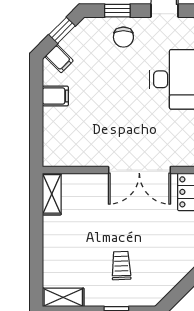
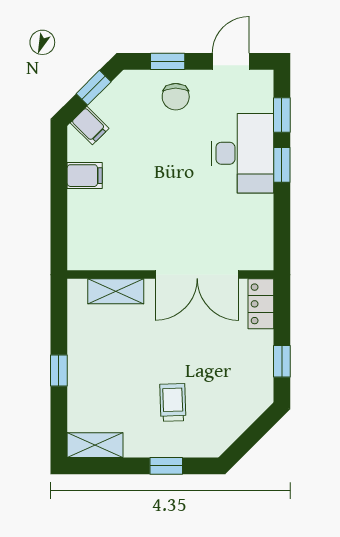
shelving: (52, 194) -> (116, 291), moved, turned 90
window: (36, 242) -> (59, 370), added

